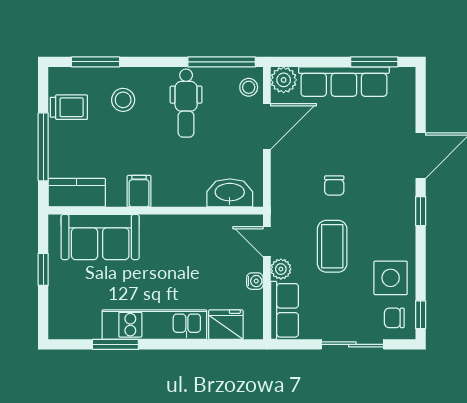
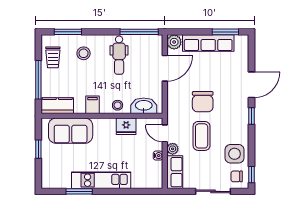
stool: (249, 87) -> (118, 105), moved
trolley: (69, 107) -> (53, 57), turned 90
chair: (334, 185) -> (203, 102), width x1.87, depth x1.87
fridge: (226, 325) -> (126, 126), moved, turned 180

